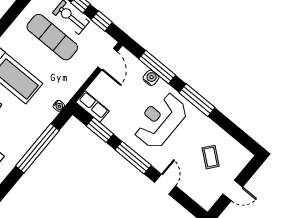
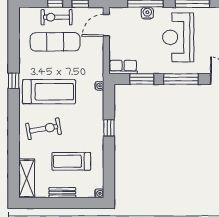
door: (108, 59) -> (106, 25), swing flipped
window: (37, 148) -> (109, 128), width x0.32

